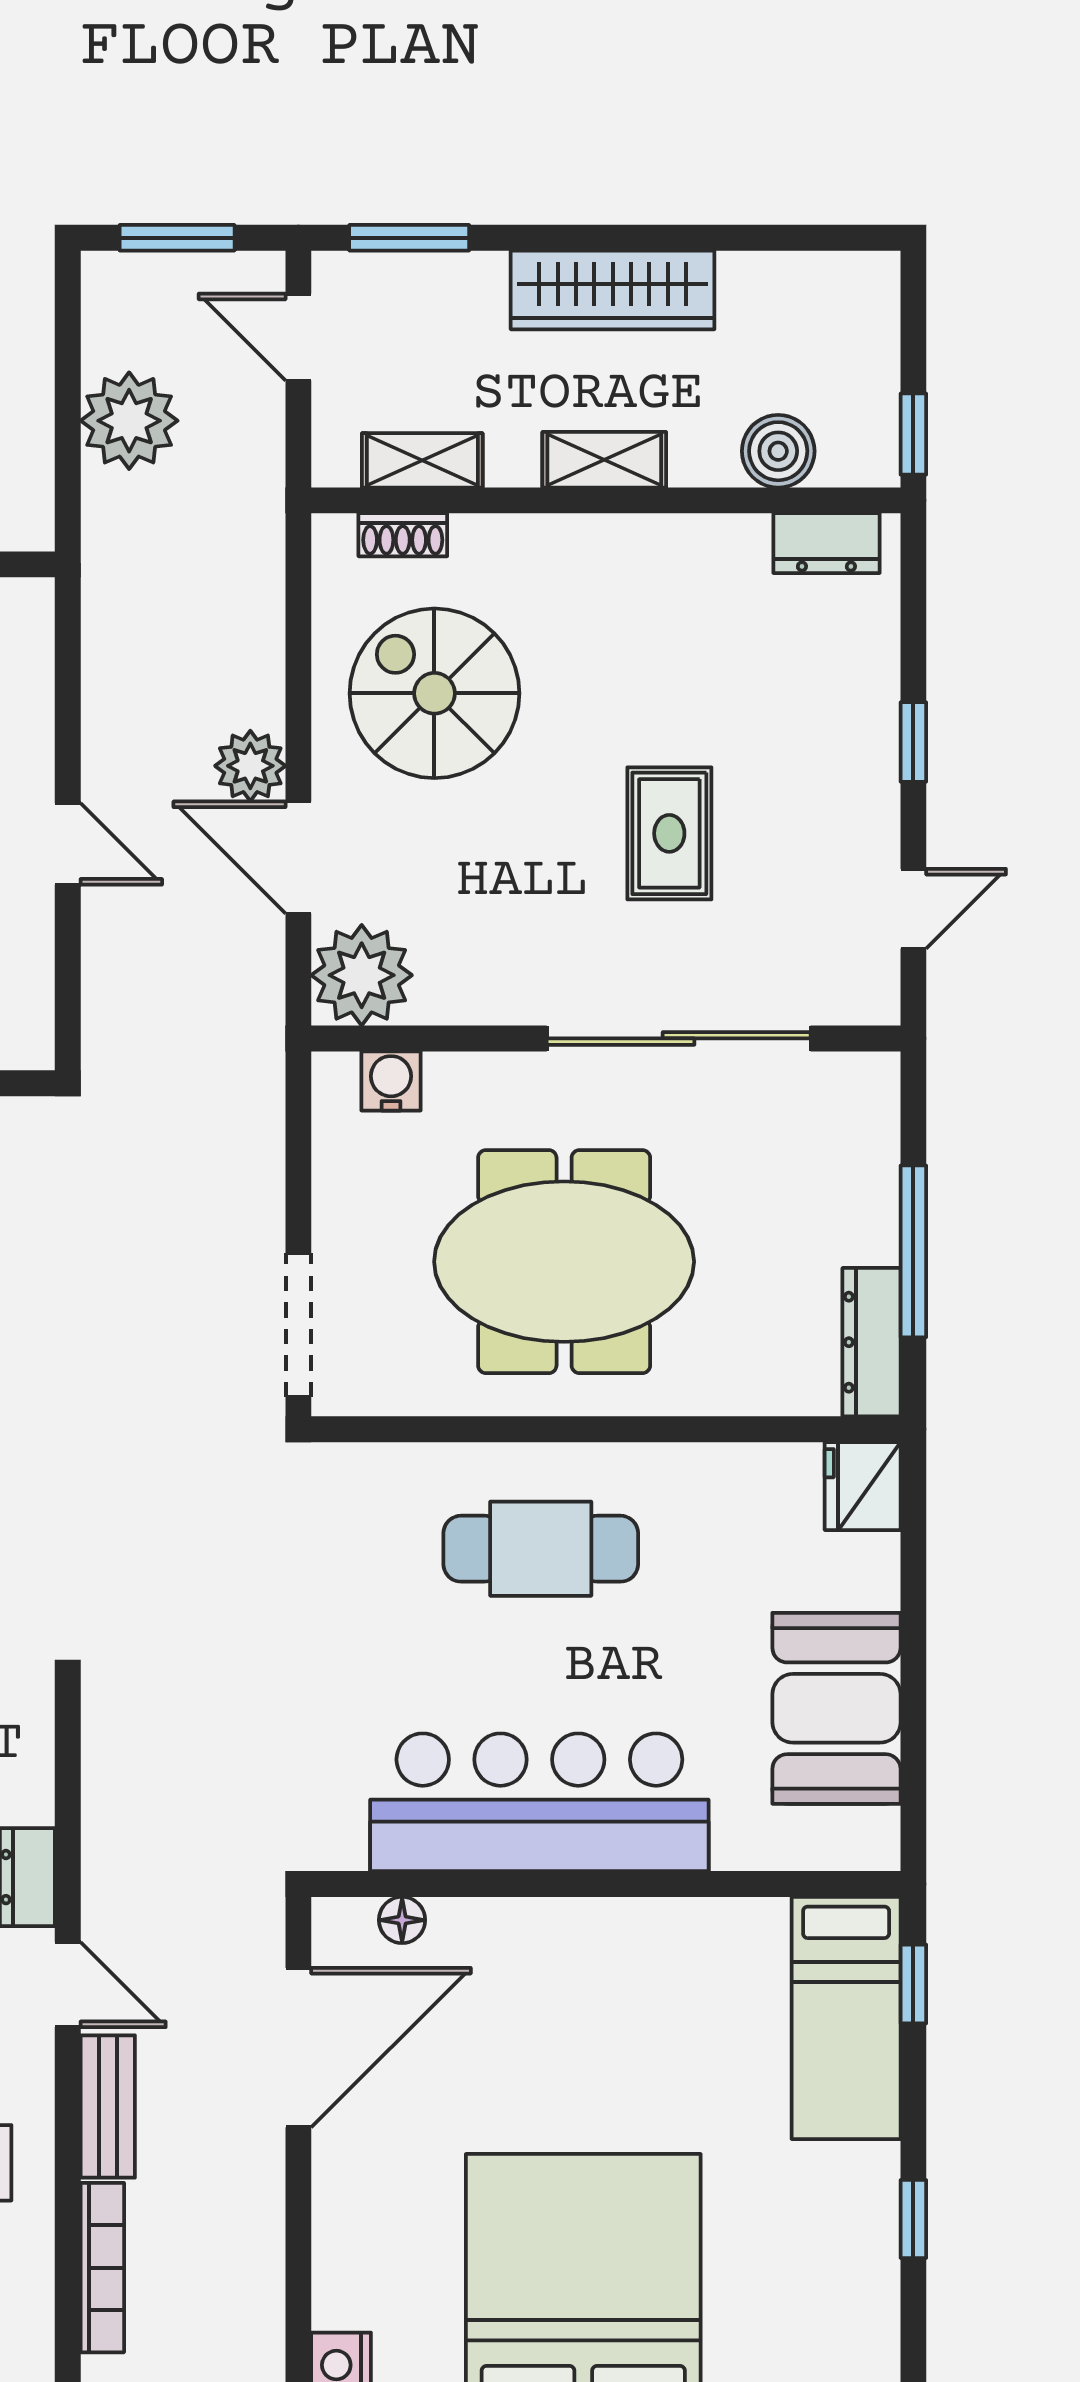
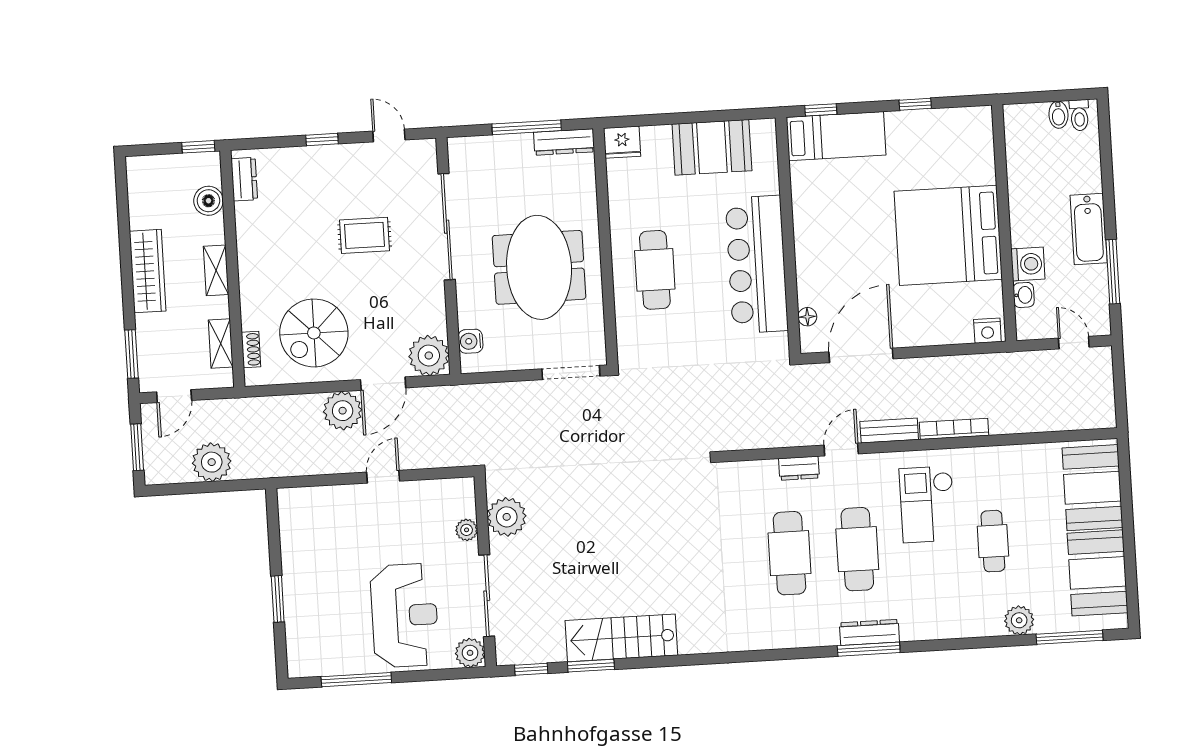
plant: (250, 766) -> (343, 411), width x1.36, depth x1.36
door: (298, 2048) -> (861, 355), hinge flipped

